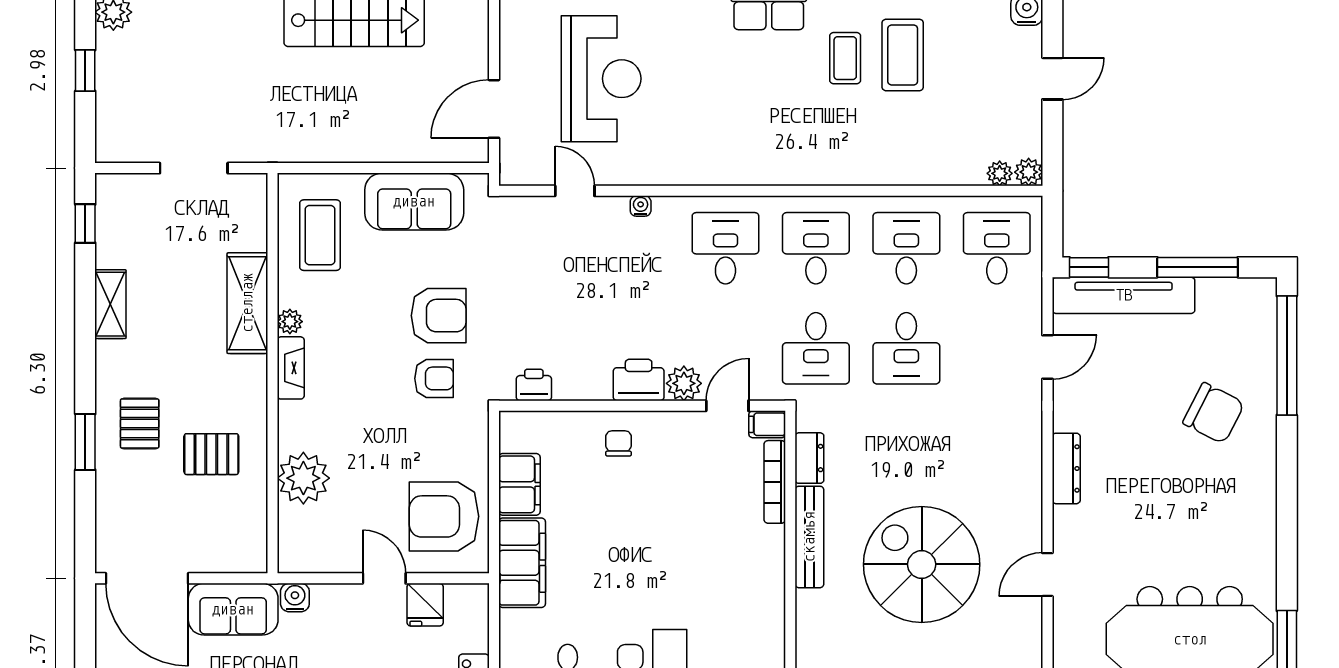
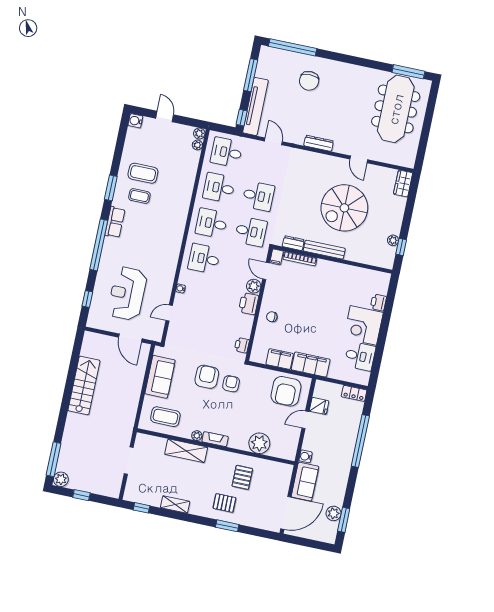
reception desk: (601, 79) -> (127, 293), turned -90
chair: (1214, 413) -> (309, 81), turned 153

